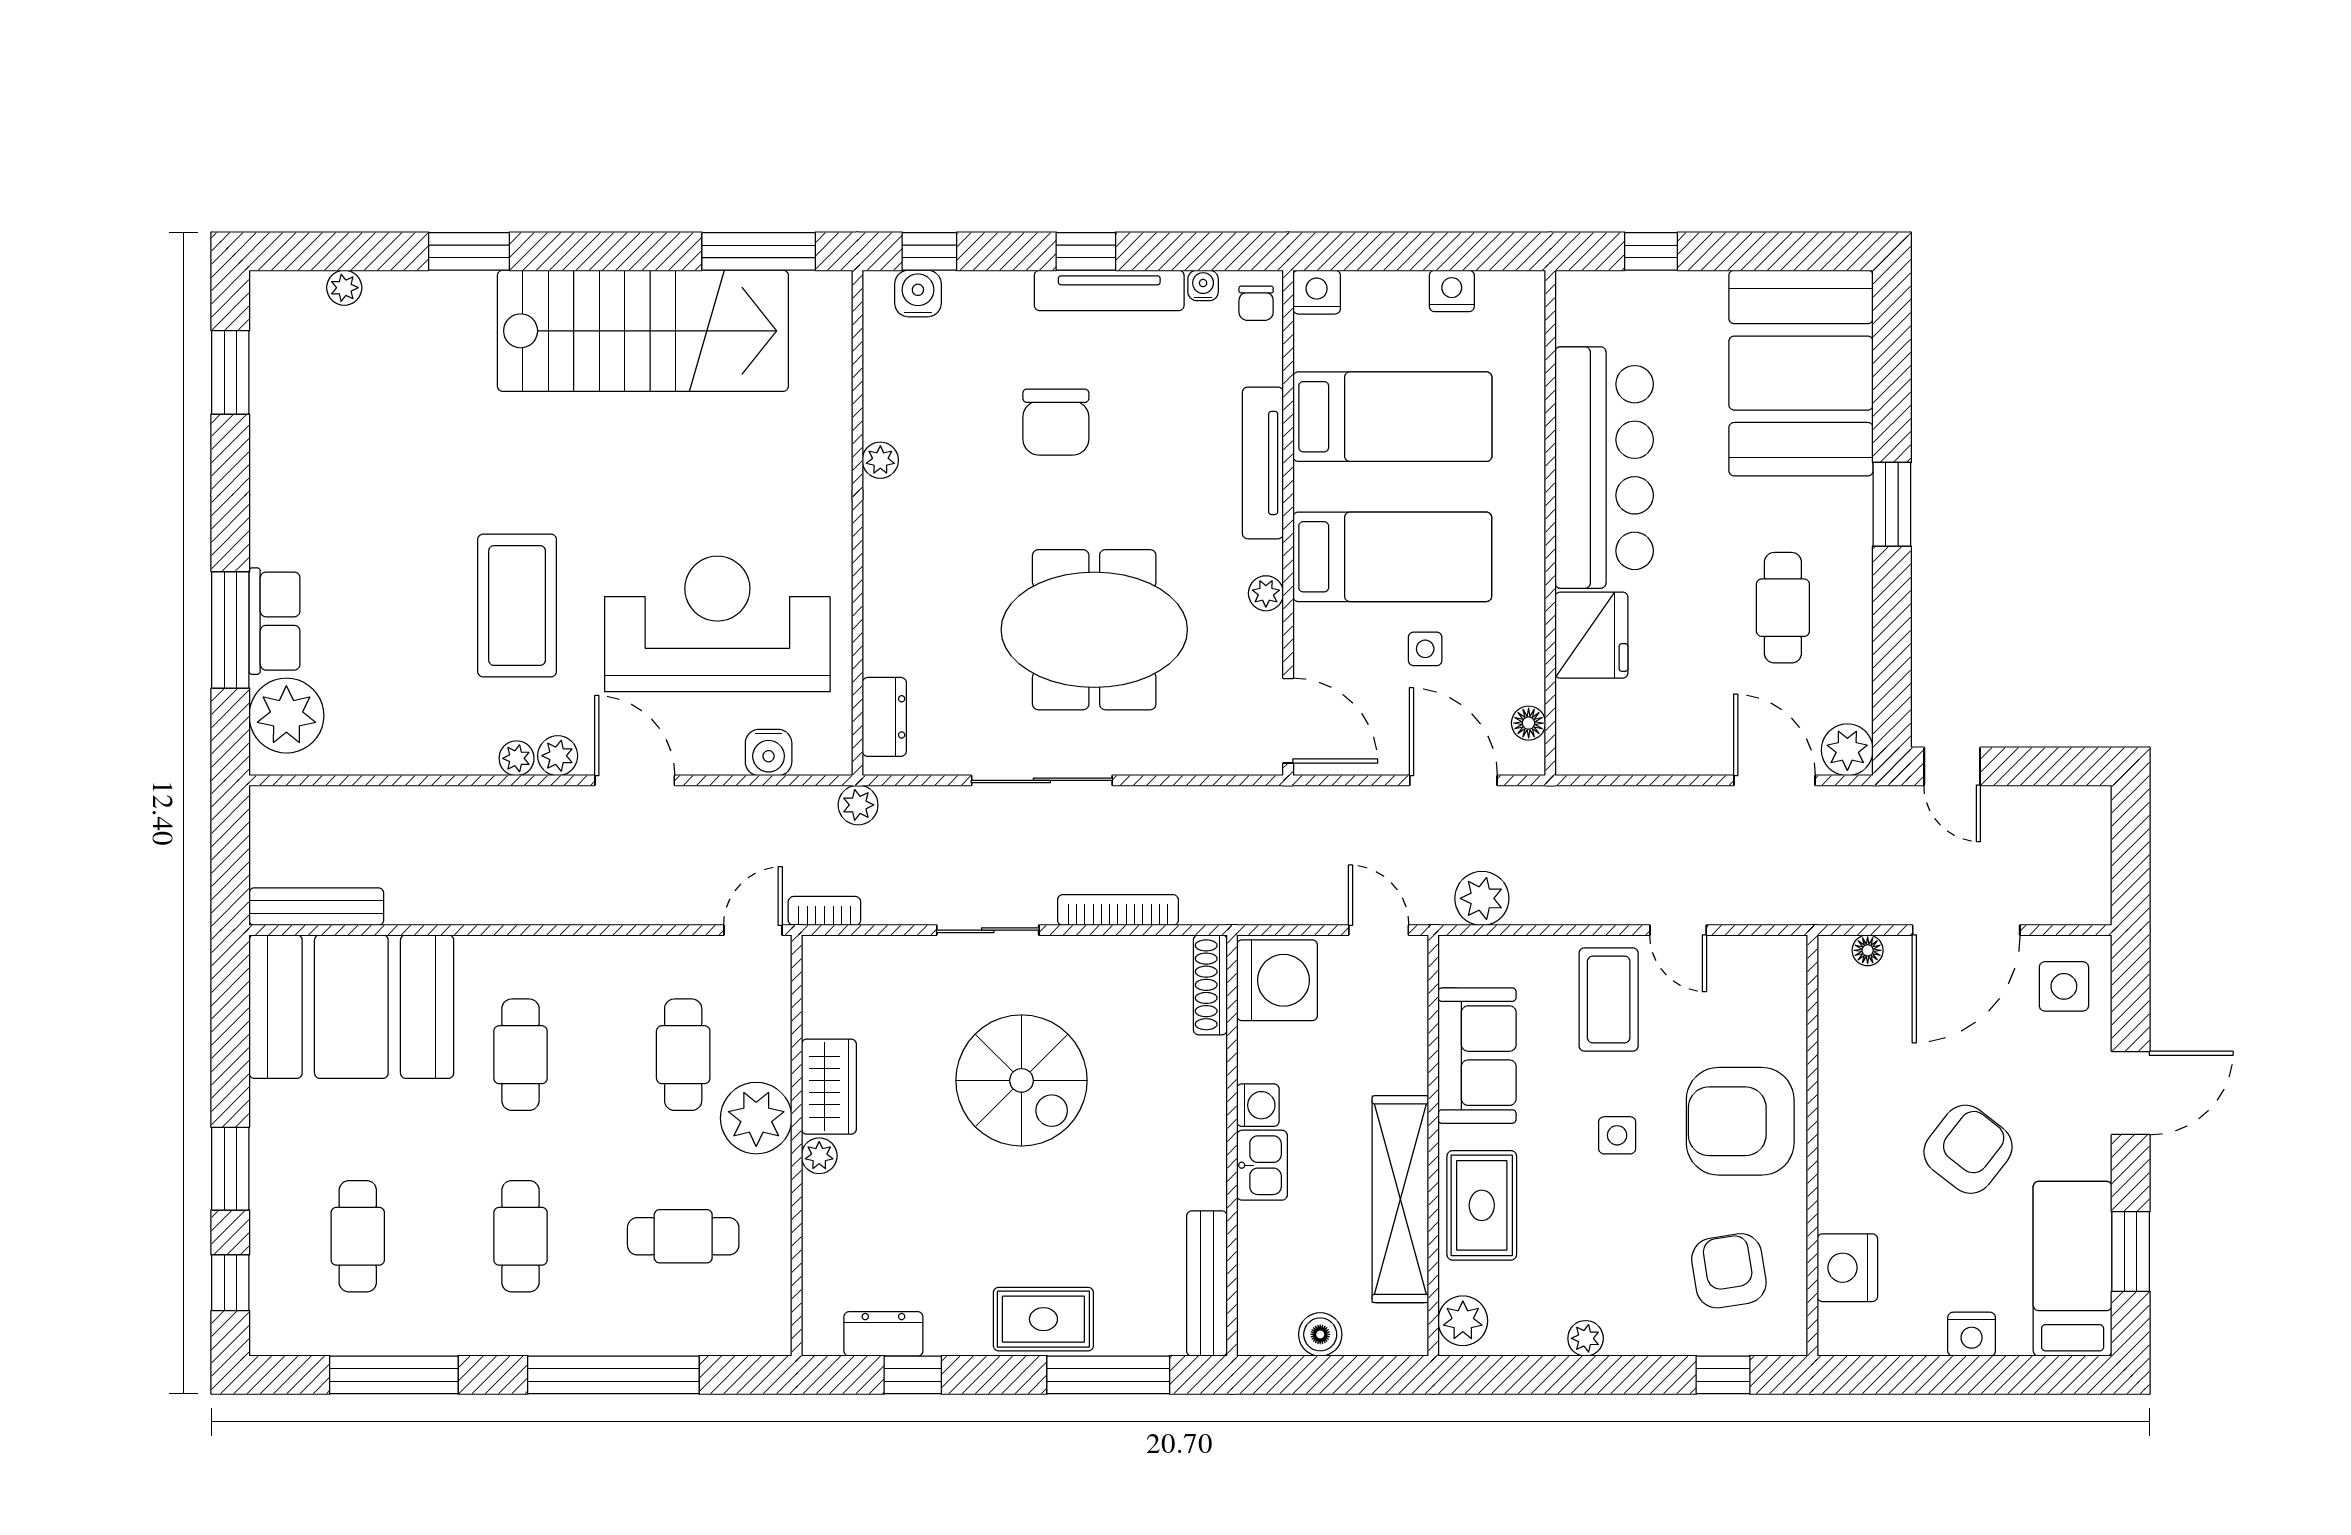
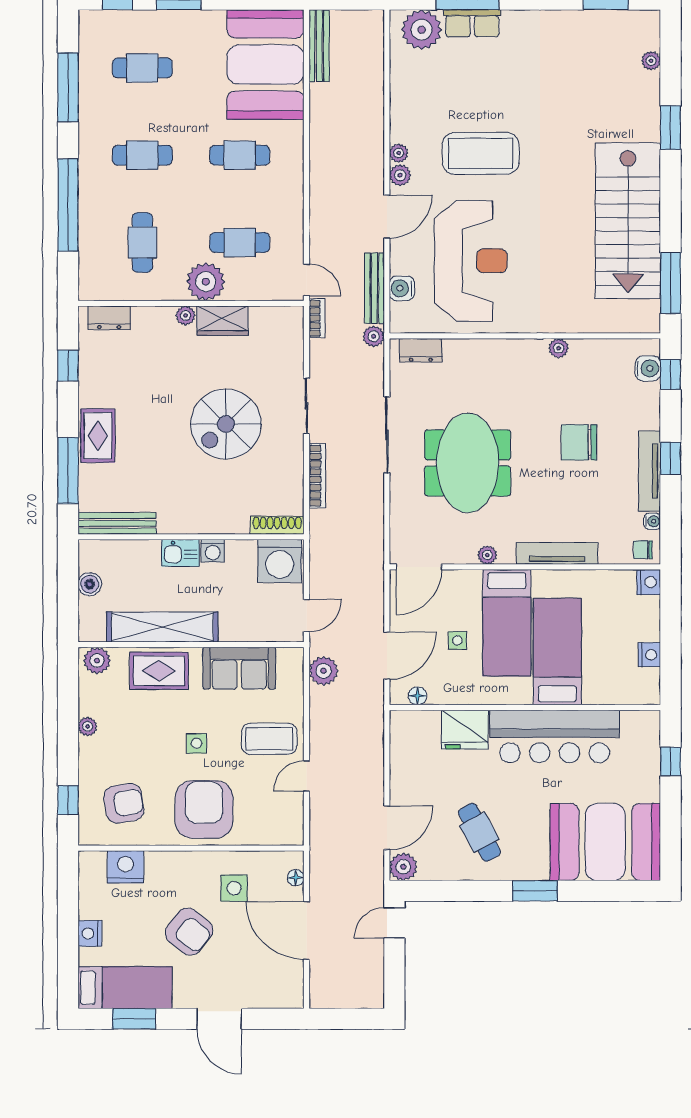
bed: (1392, 417) -> (557, 652), moved, turned 180
cafe table: (1783, 608) -> (479, 832), turned 62
bench: (768, 804) -> (374, 288), added
side table: (2064, 986) -> (234, 888), moved
dresser: (883, 1334) -> (109, 318), moved, turned 90

